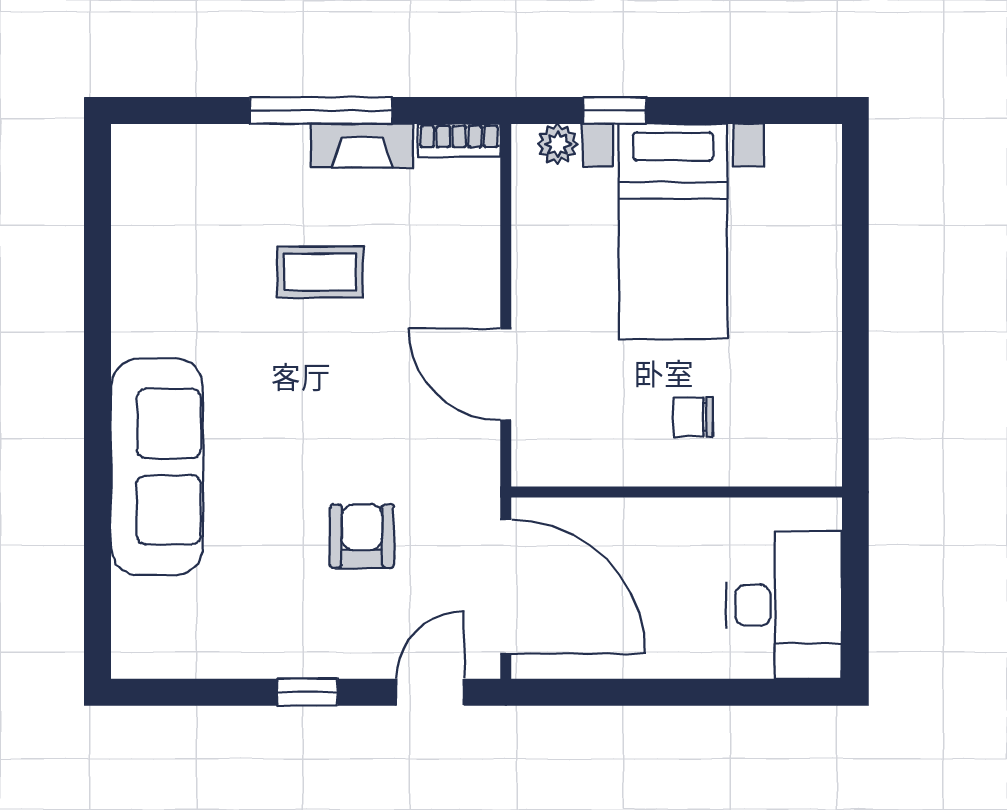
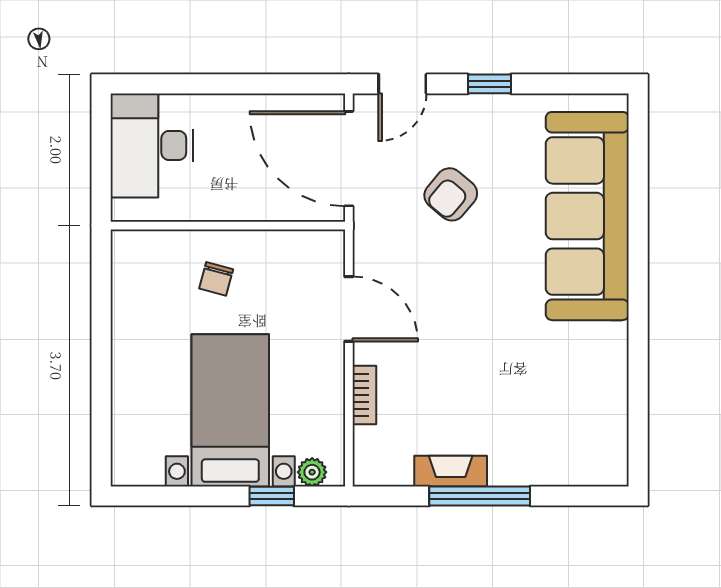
bookcase: (459, 140) -> (364, 395), moved, turned 90
coffee table: (320, 272) -> (480, 381), removed
chair: (693, 417) -> (216, 279), turned 105
sofa: (157, 467) -> (587, 216), width x1.36, depth x1.27
armchair: (362, 536) -> (451, 194), turned 40

